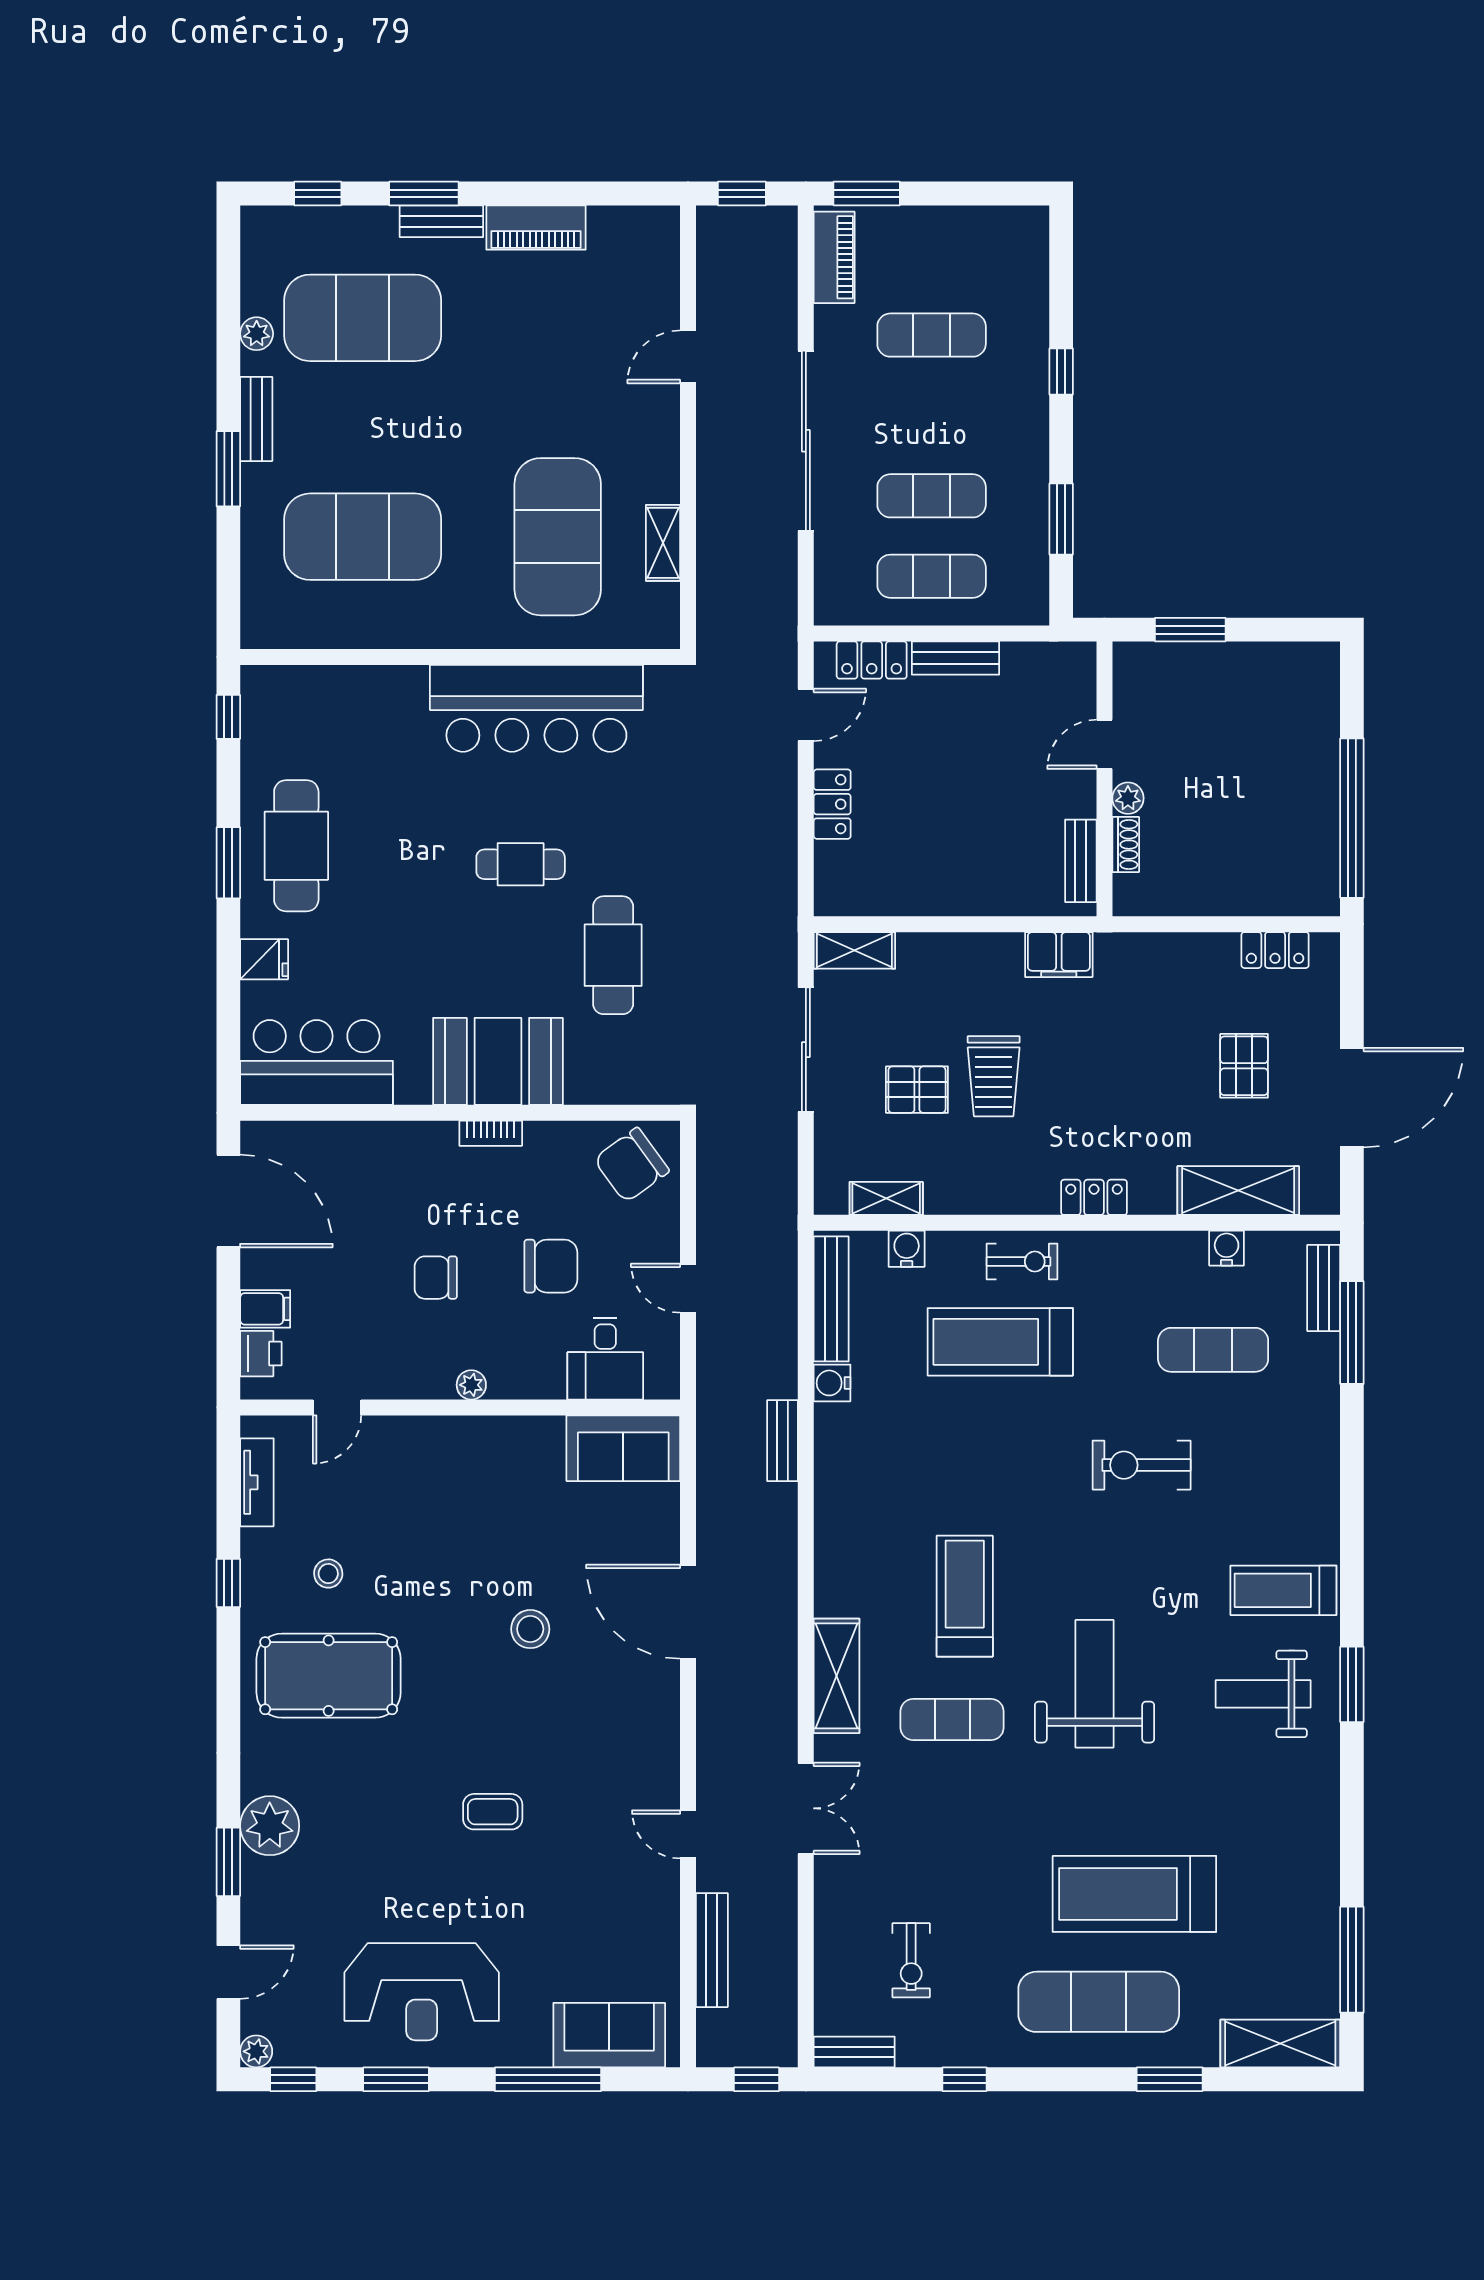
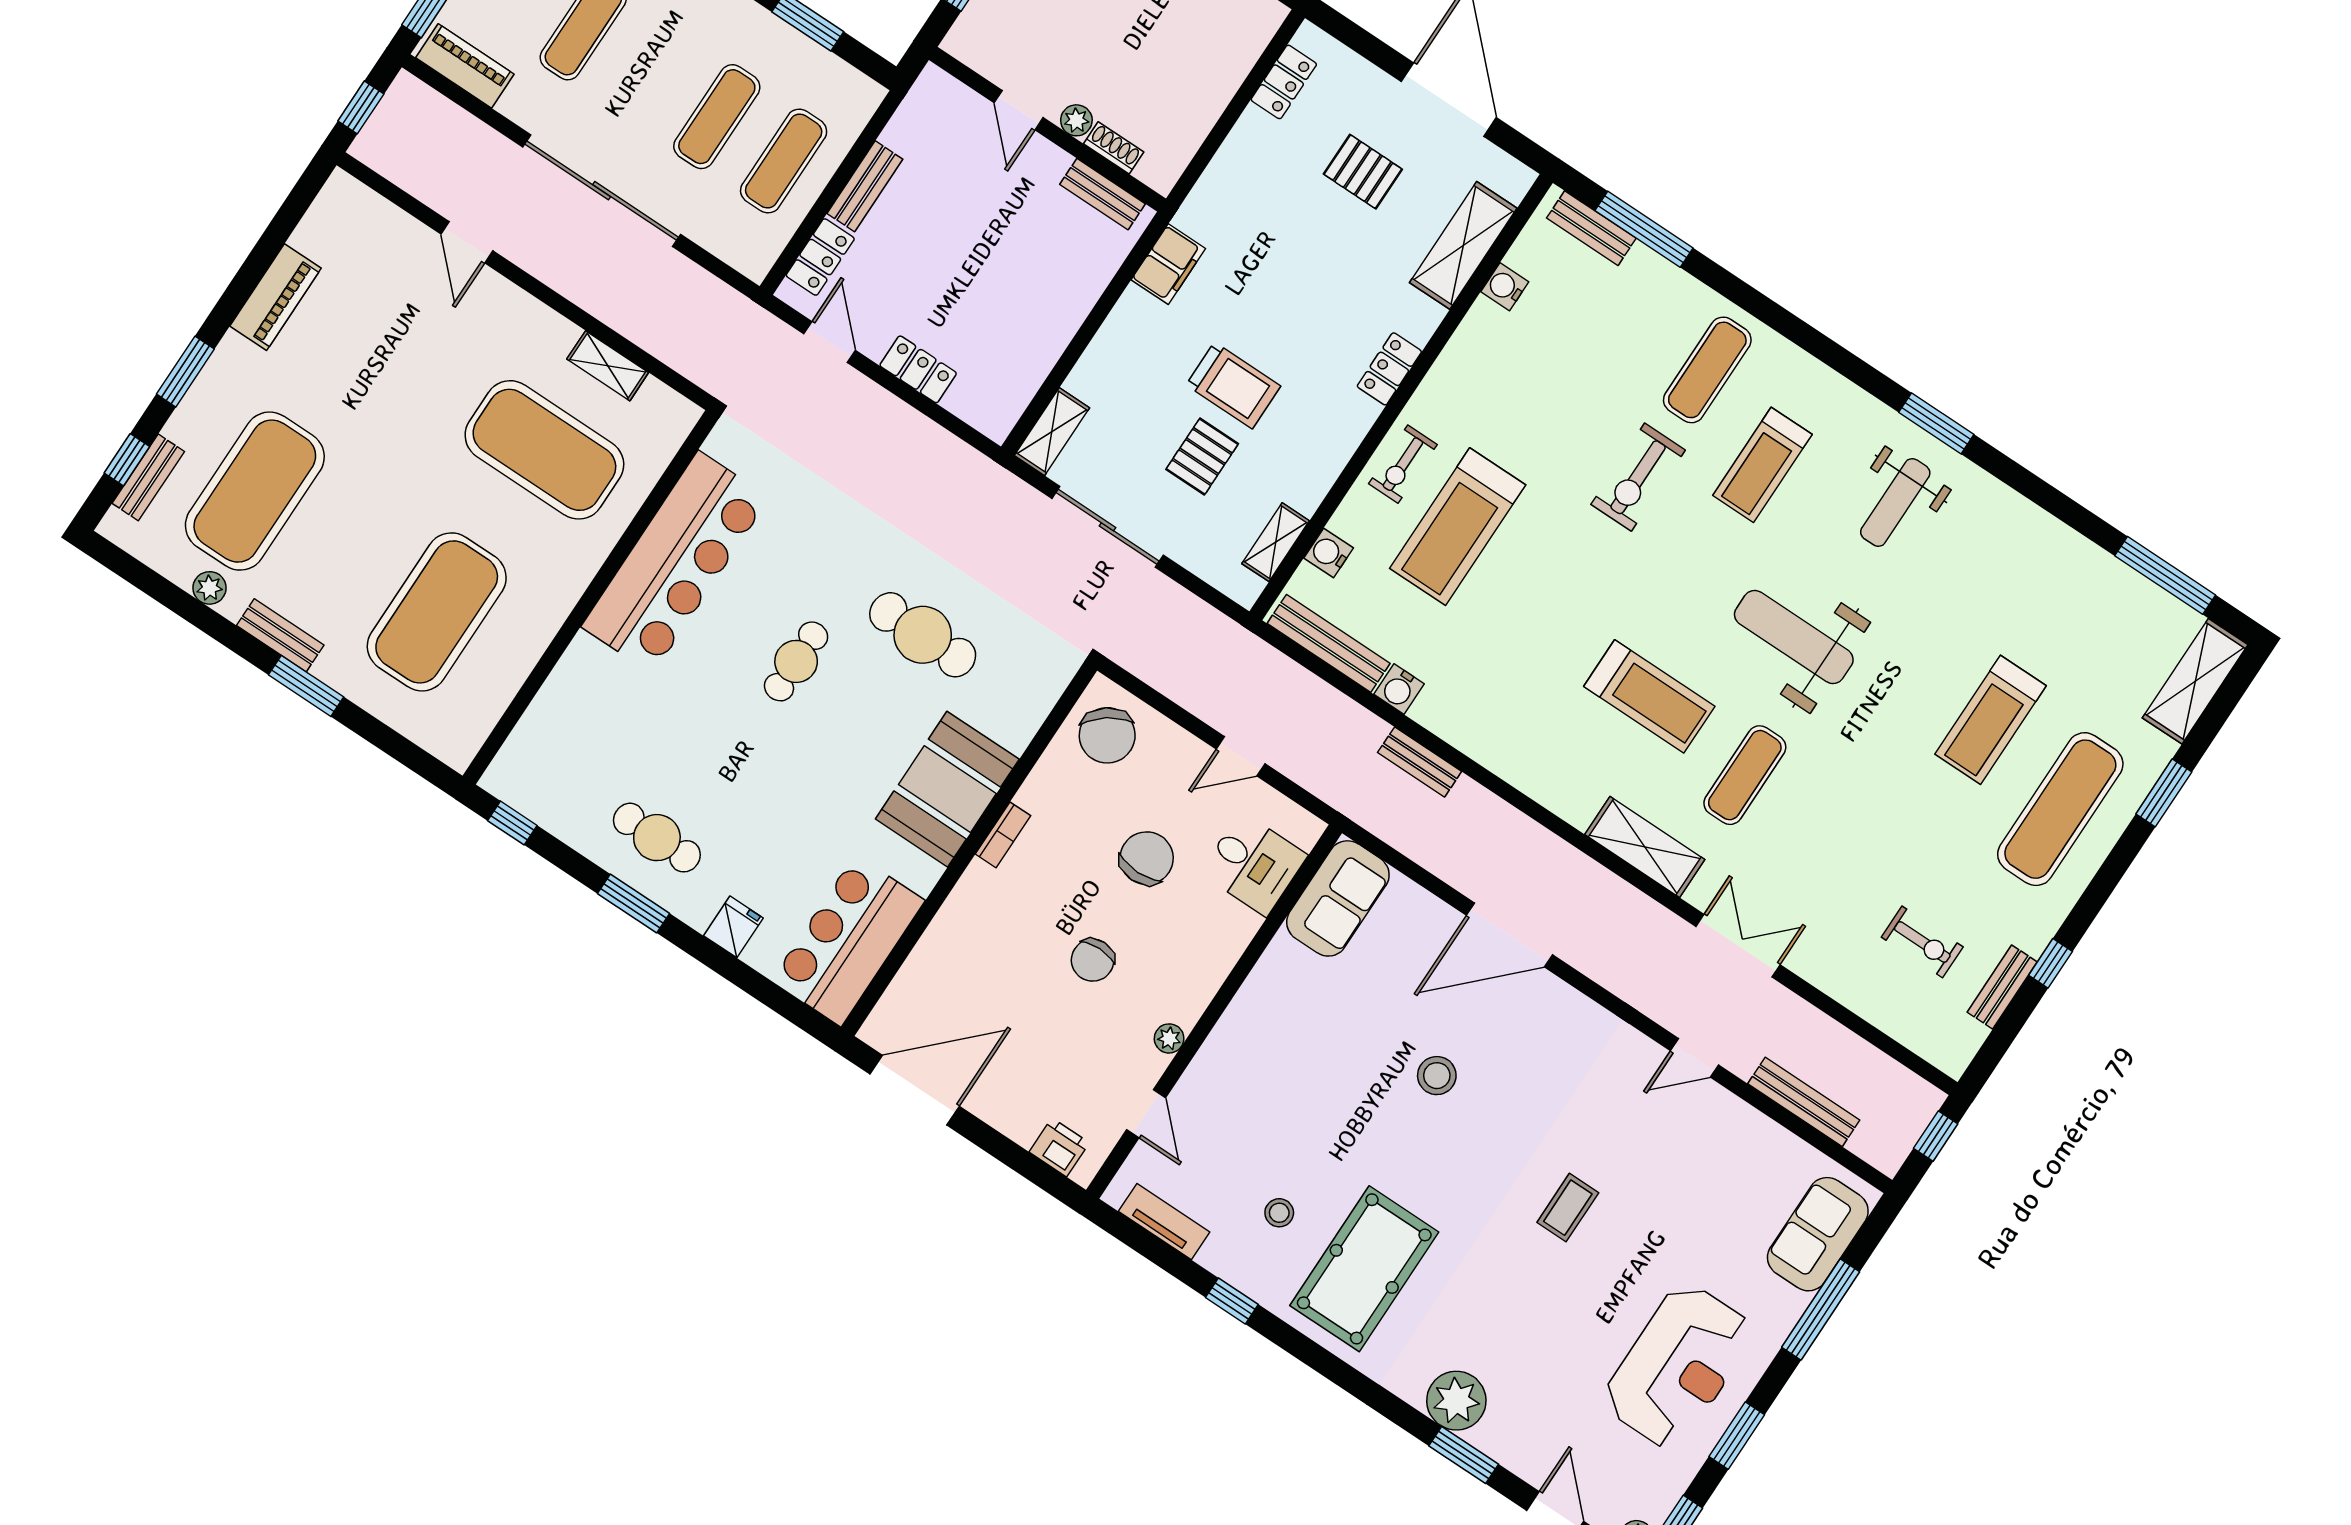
bench: (441, 221) -> (148, 477), moved
cafe table: (296, 846) -> (657, 838), width x0.73, depth x0.74
exercise bike: (1022, 1262) -> (1403, 464), turned 180
filing cabinet: (265, 1309) -> (1024, 1119), removed
exercise mat: (1213, 1350) -> (1707, 370), moved
plant: (471, 1385) -> (1169, 1038), moved
treadmill: (1283, 1590) -> (1762, 465), moved
treadmill: (965, 1596) -> (1649, 696), turned 180
treadmill: (1134, 1894) -> (1990, 720), width x0.73, depth x0.73
bench: (854, 2052) -> (2002, 987), moved

